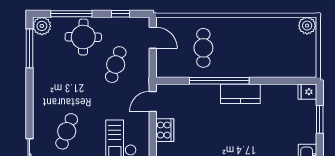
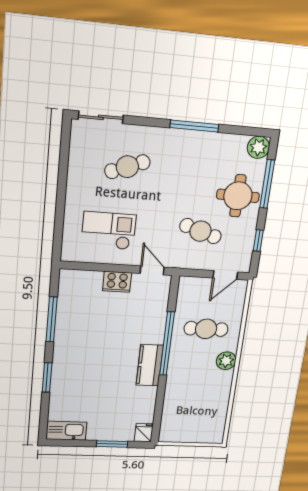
plant: (307, 26) -> (226, 361), moved
window: (30, 48) -> (194, 126), moved
cafe table: (67, 131) -> (127, 167), turned -42

